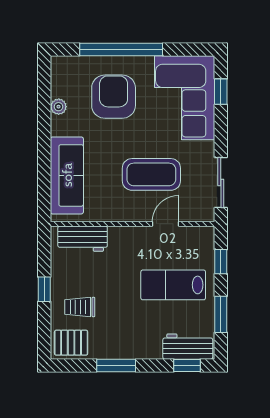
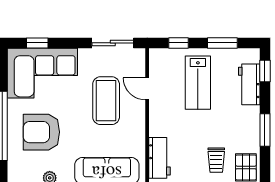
workbench: (188, 347) -> (249, 84), moved

